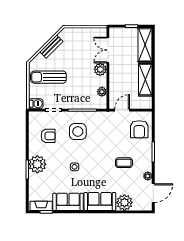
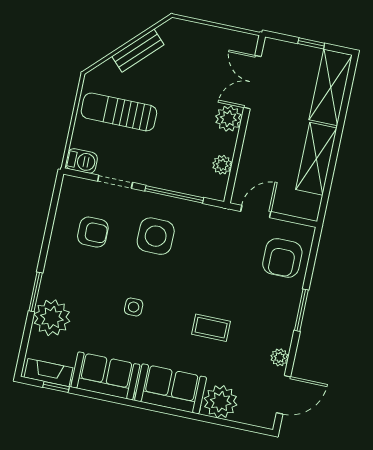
coffee table: (124, 163) -> (211, 328), moved
plant: (37, 164) -> (52, 318), moved

